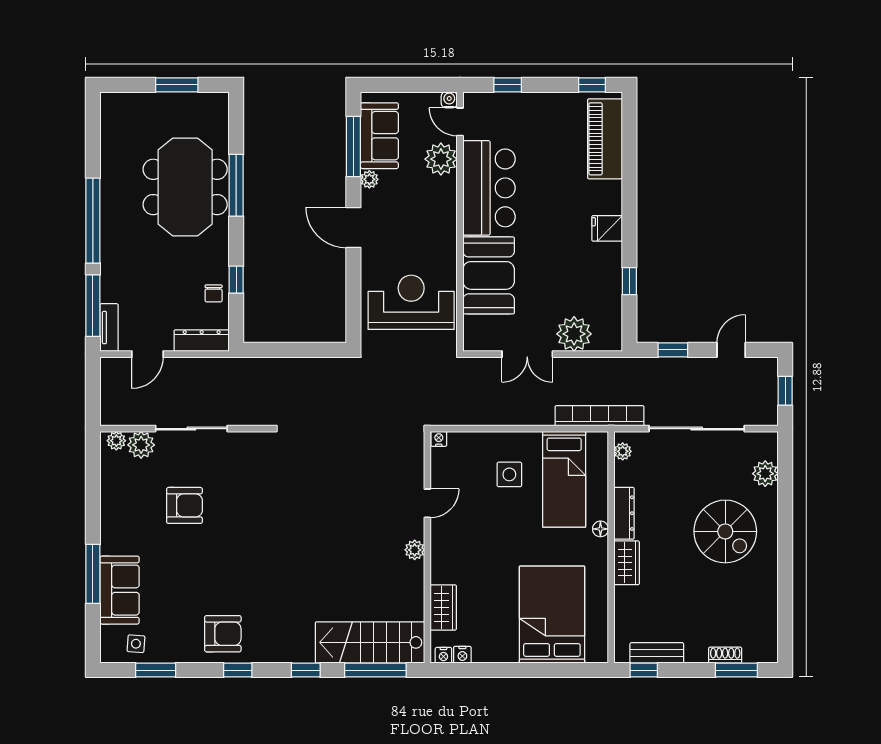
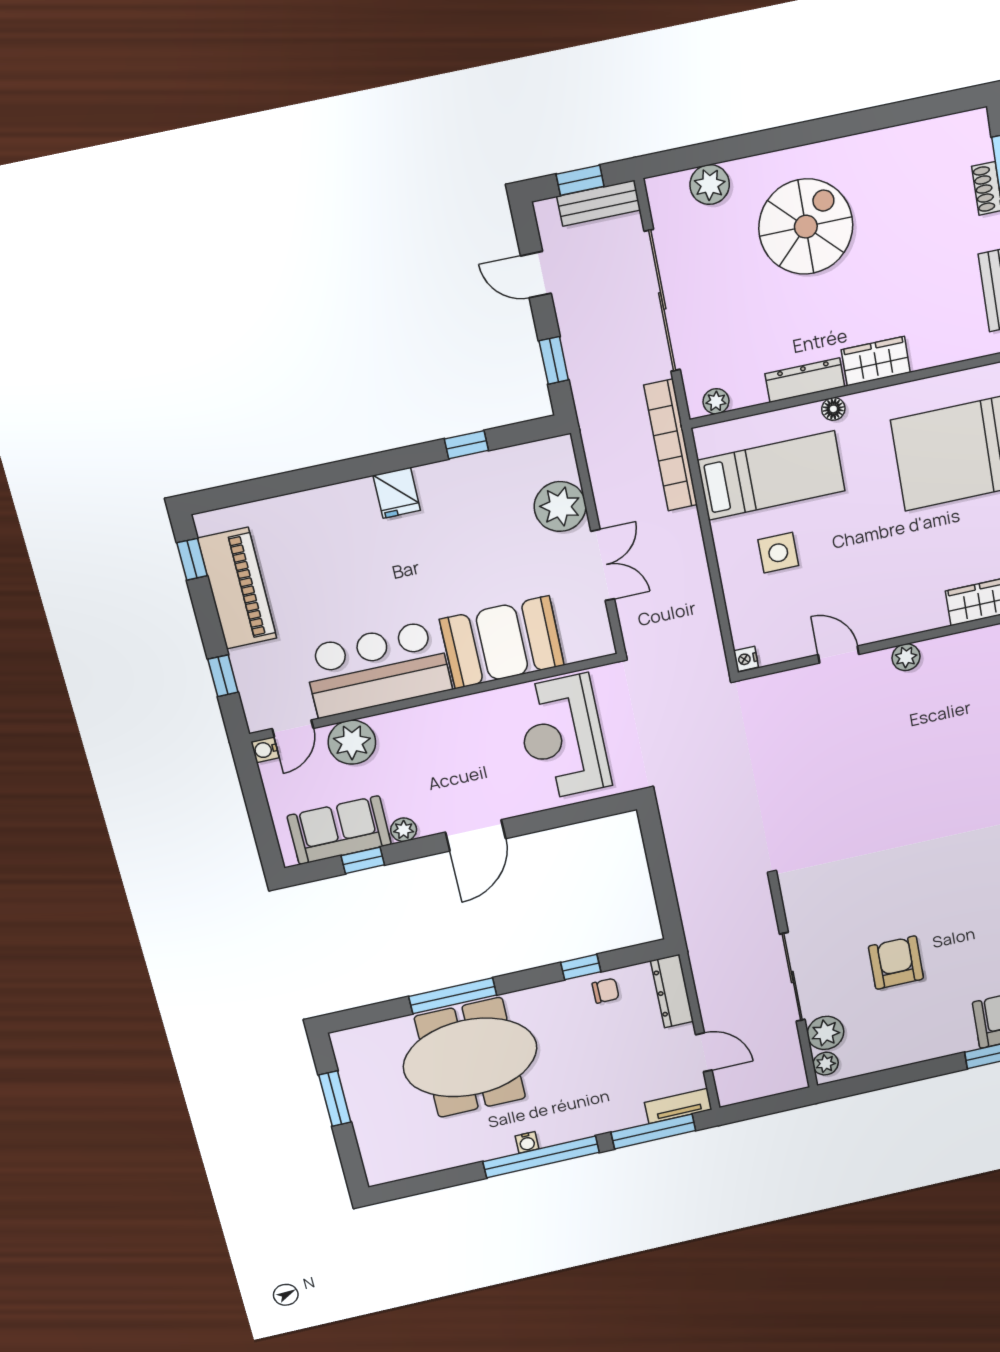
piano: (605, 139) -> (237, 588), moved, turned -90
window: (353, 146) -> (363, 860), width x0.46
water cooler: (107, 213) -> (527, 1142), added
bench: (768, 400) -> (599, 203), added

